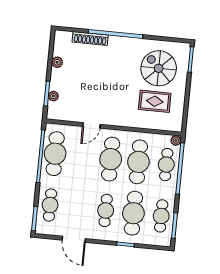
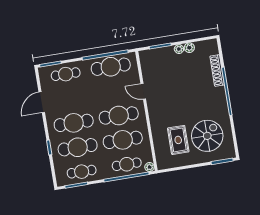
plant: (53, 96) -> (179, 49), moved
cafe table: (106, 210) -> (74, 123), width x1.37, depth x1.35

